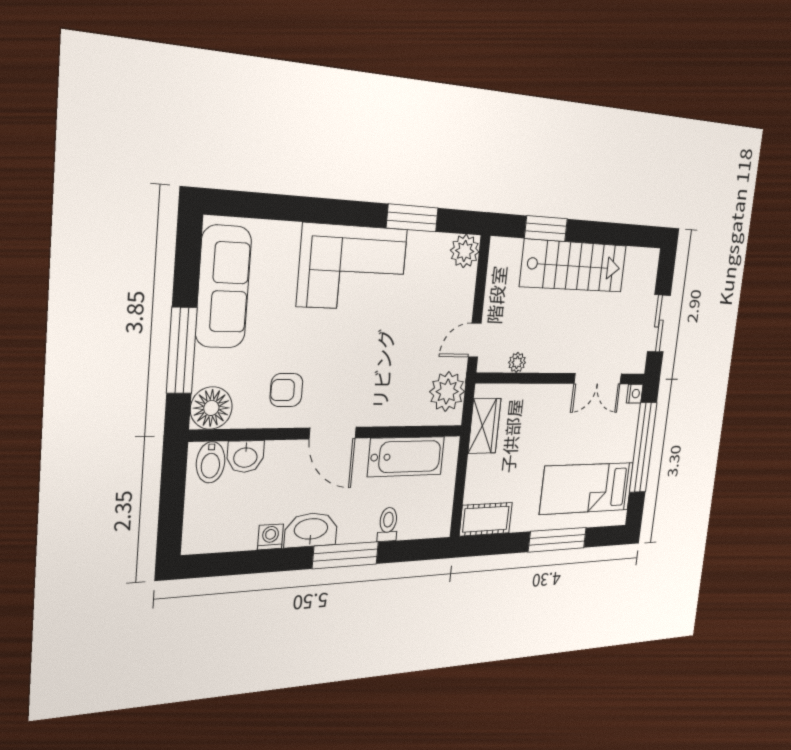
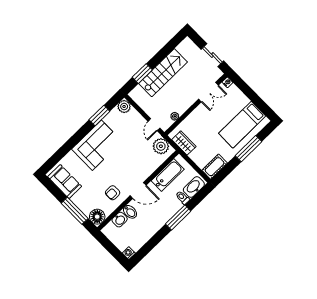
sofa: (223, 287) -> (65, 182), width x0.73
window: (643, 448) -> (250, 93), removed
bidet: (211, 462) -> (130, 212), moved
washbasin: (311, 530) -> (194, 187), moved
washing machine: (270, 537) -> (129, 253), moved

